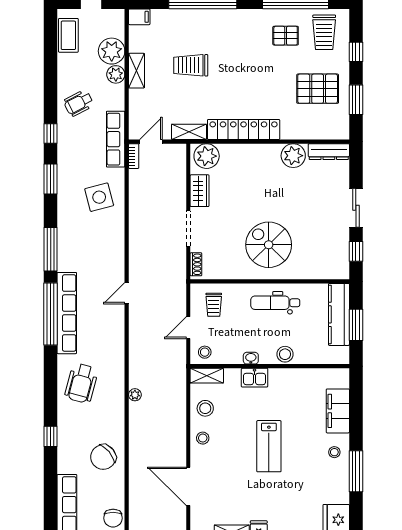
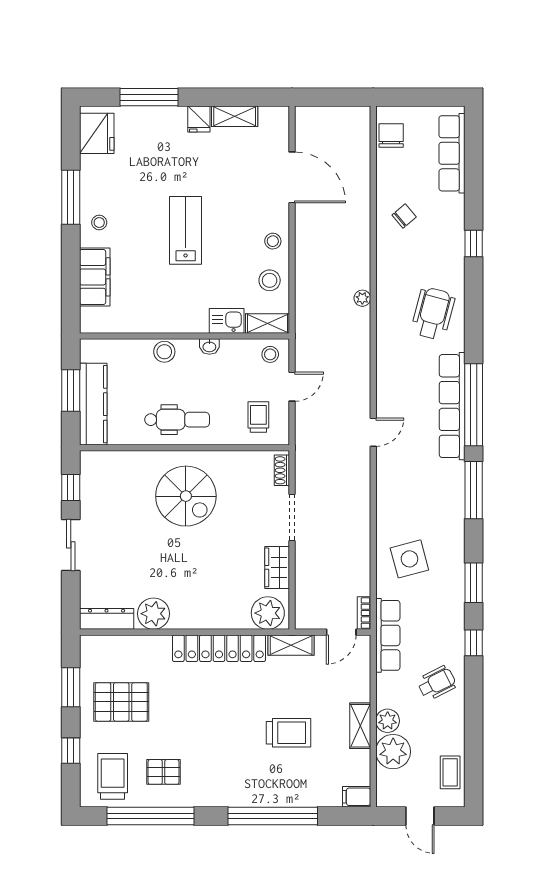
coffee table: (68, 35) -> (450, 772), width x0.73, depth x0.77
kitchen sink: (255, 378) -> (227, 321), moved
chair: (103, 457) -> (404, 216), width x0.54, depth x0.54

